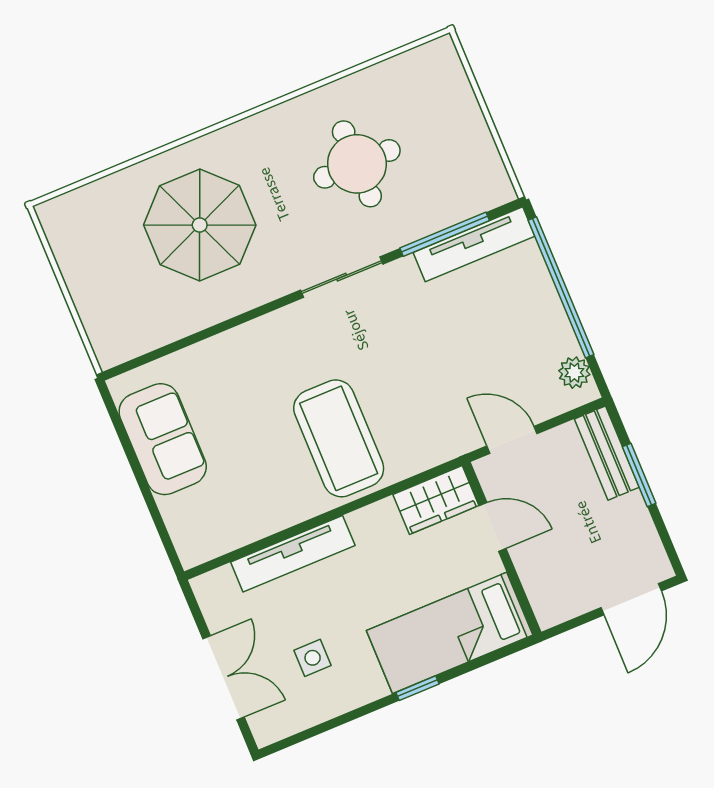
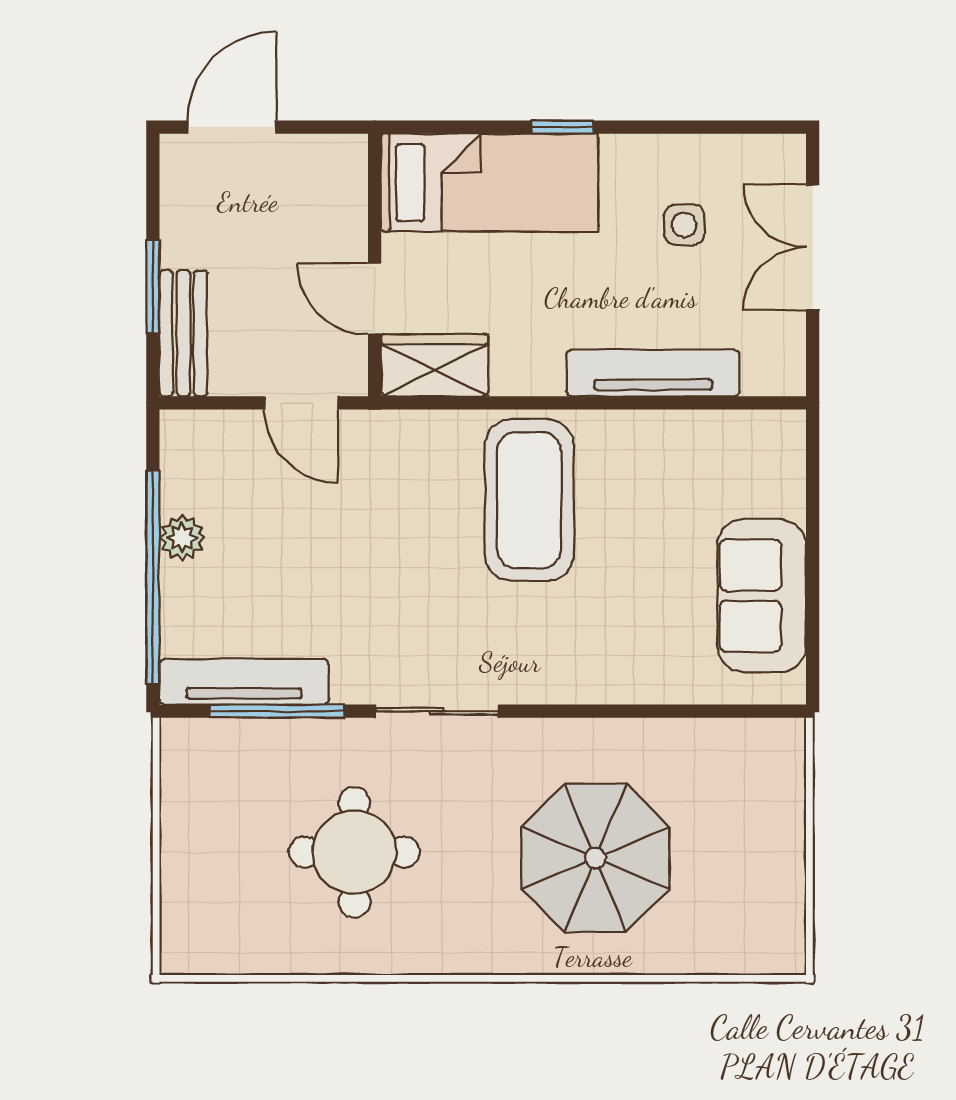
plant: (574, 373) -> (182, 538), moved

